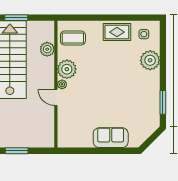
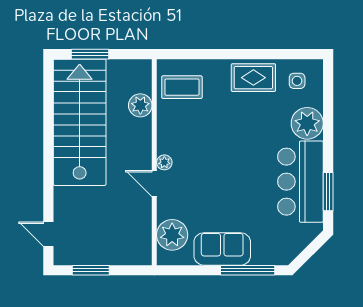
plant: (67, 69) -> (172, 235), moved
bar counter: (146, 96) -> (300, 182), added
sofa: (111, 138) -> (222, 249), moved
window: (113, 151) -> (248, 270), added

